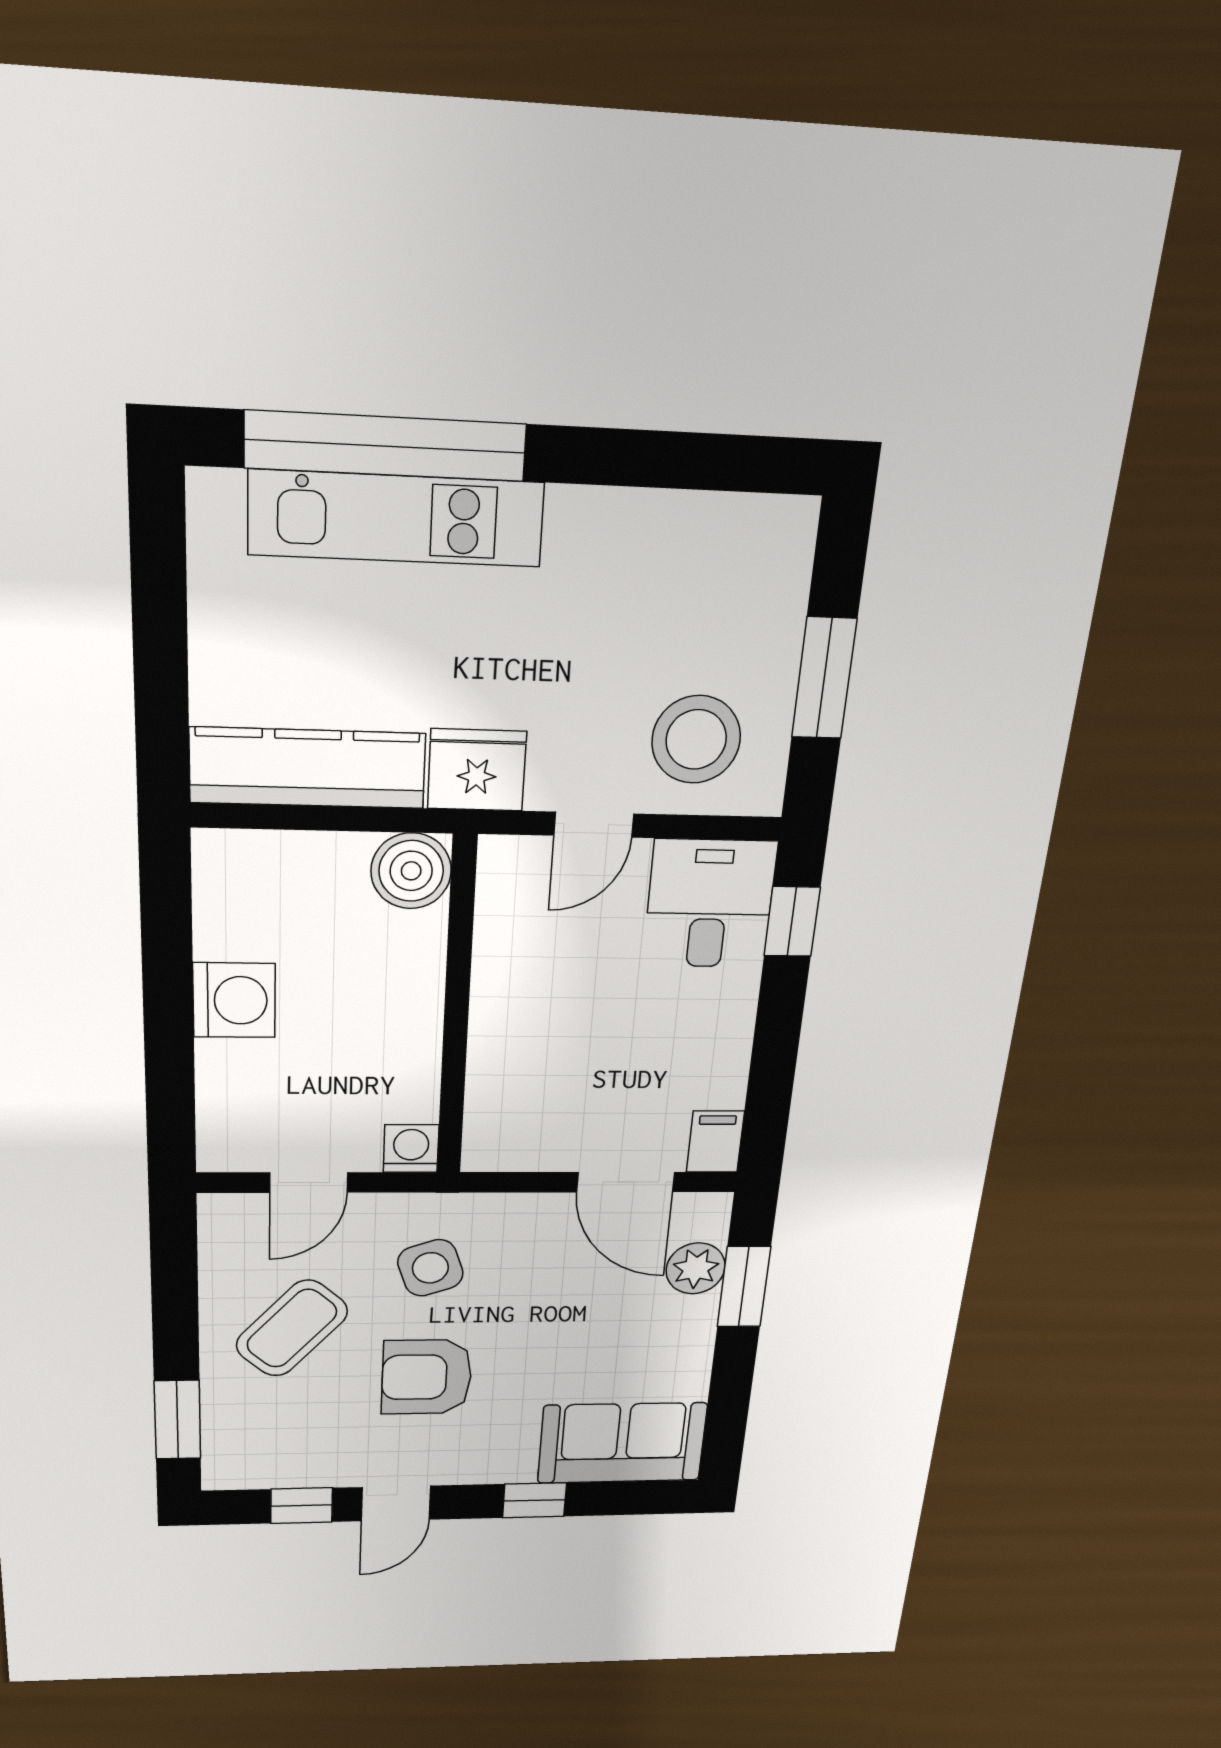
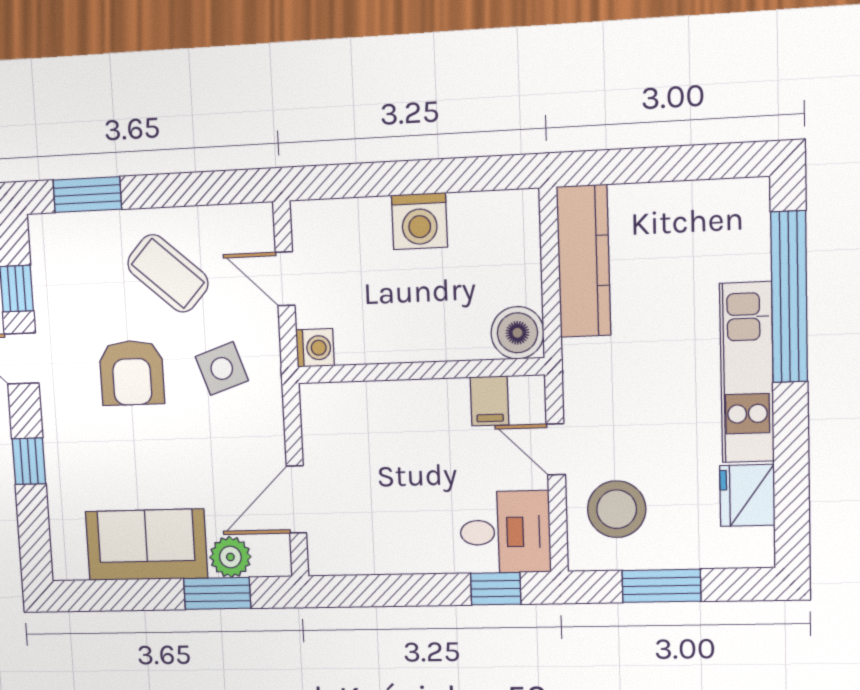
kitchen unit: (396, 519) -> (747, 373), moved
fridge: (477, 770) -> (747, 495), moved, turned 180
filing cabinet: (715, 1142) -> (490, 401), moved, turned 90
armchair: (427, 1377) -> (132, 373), turned 180
sofa: (622, 1443) -> (146, 545), moved, turned -90

